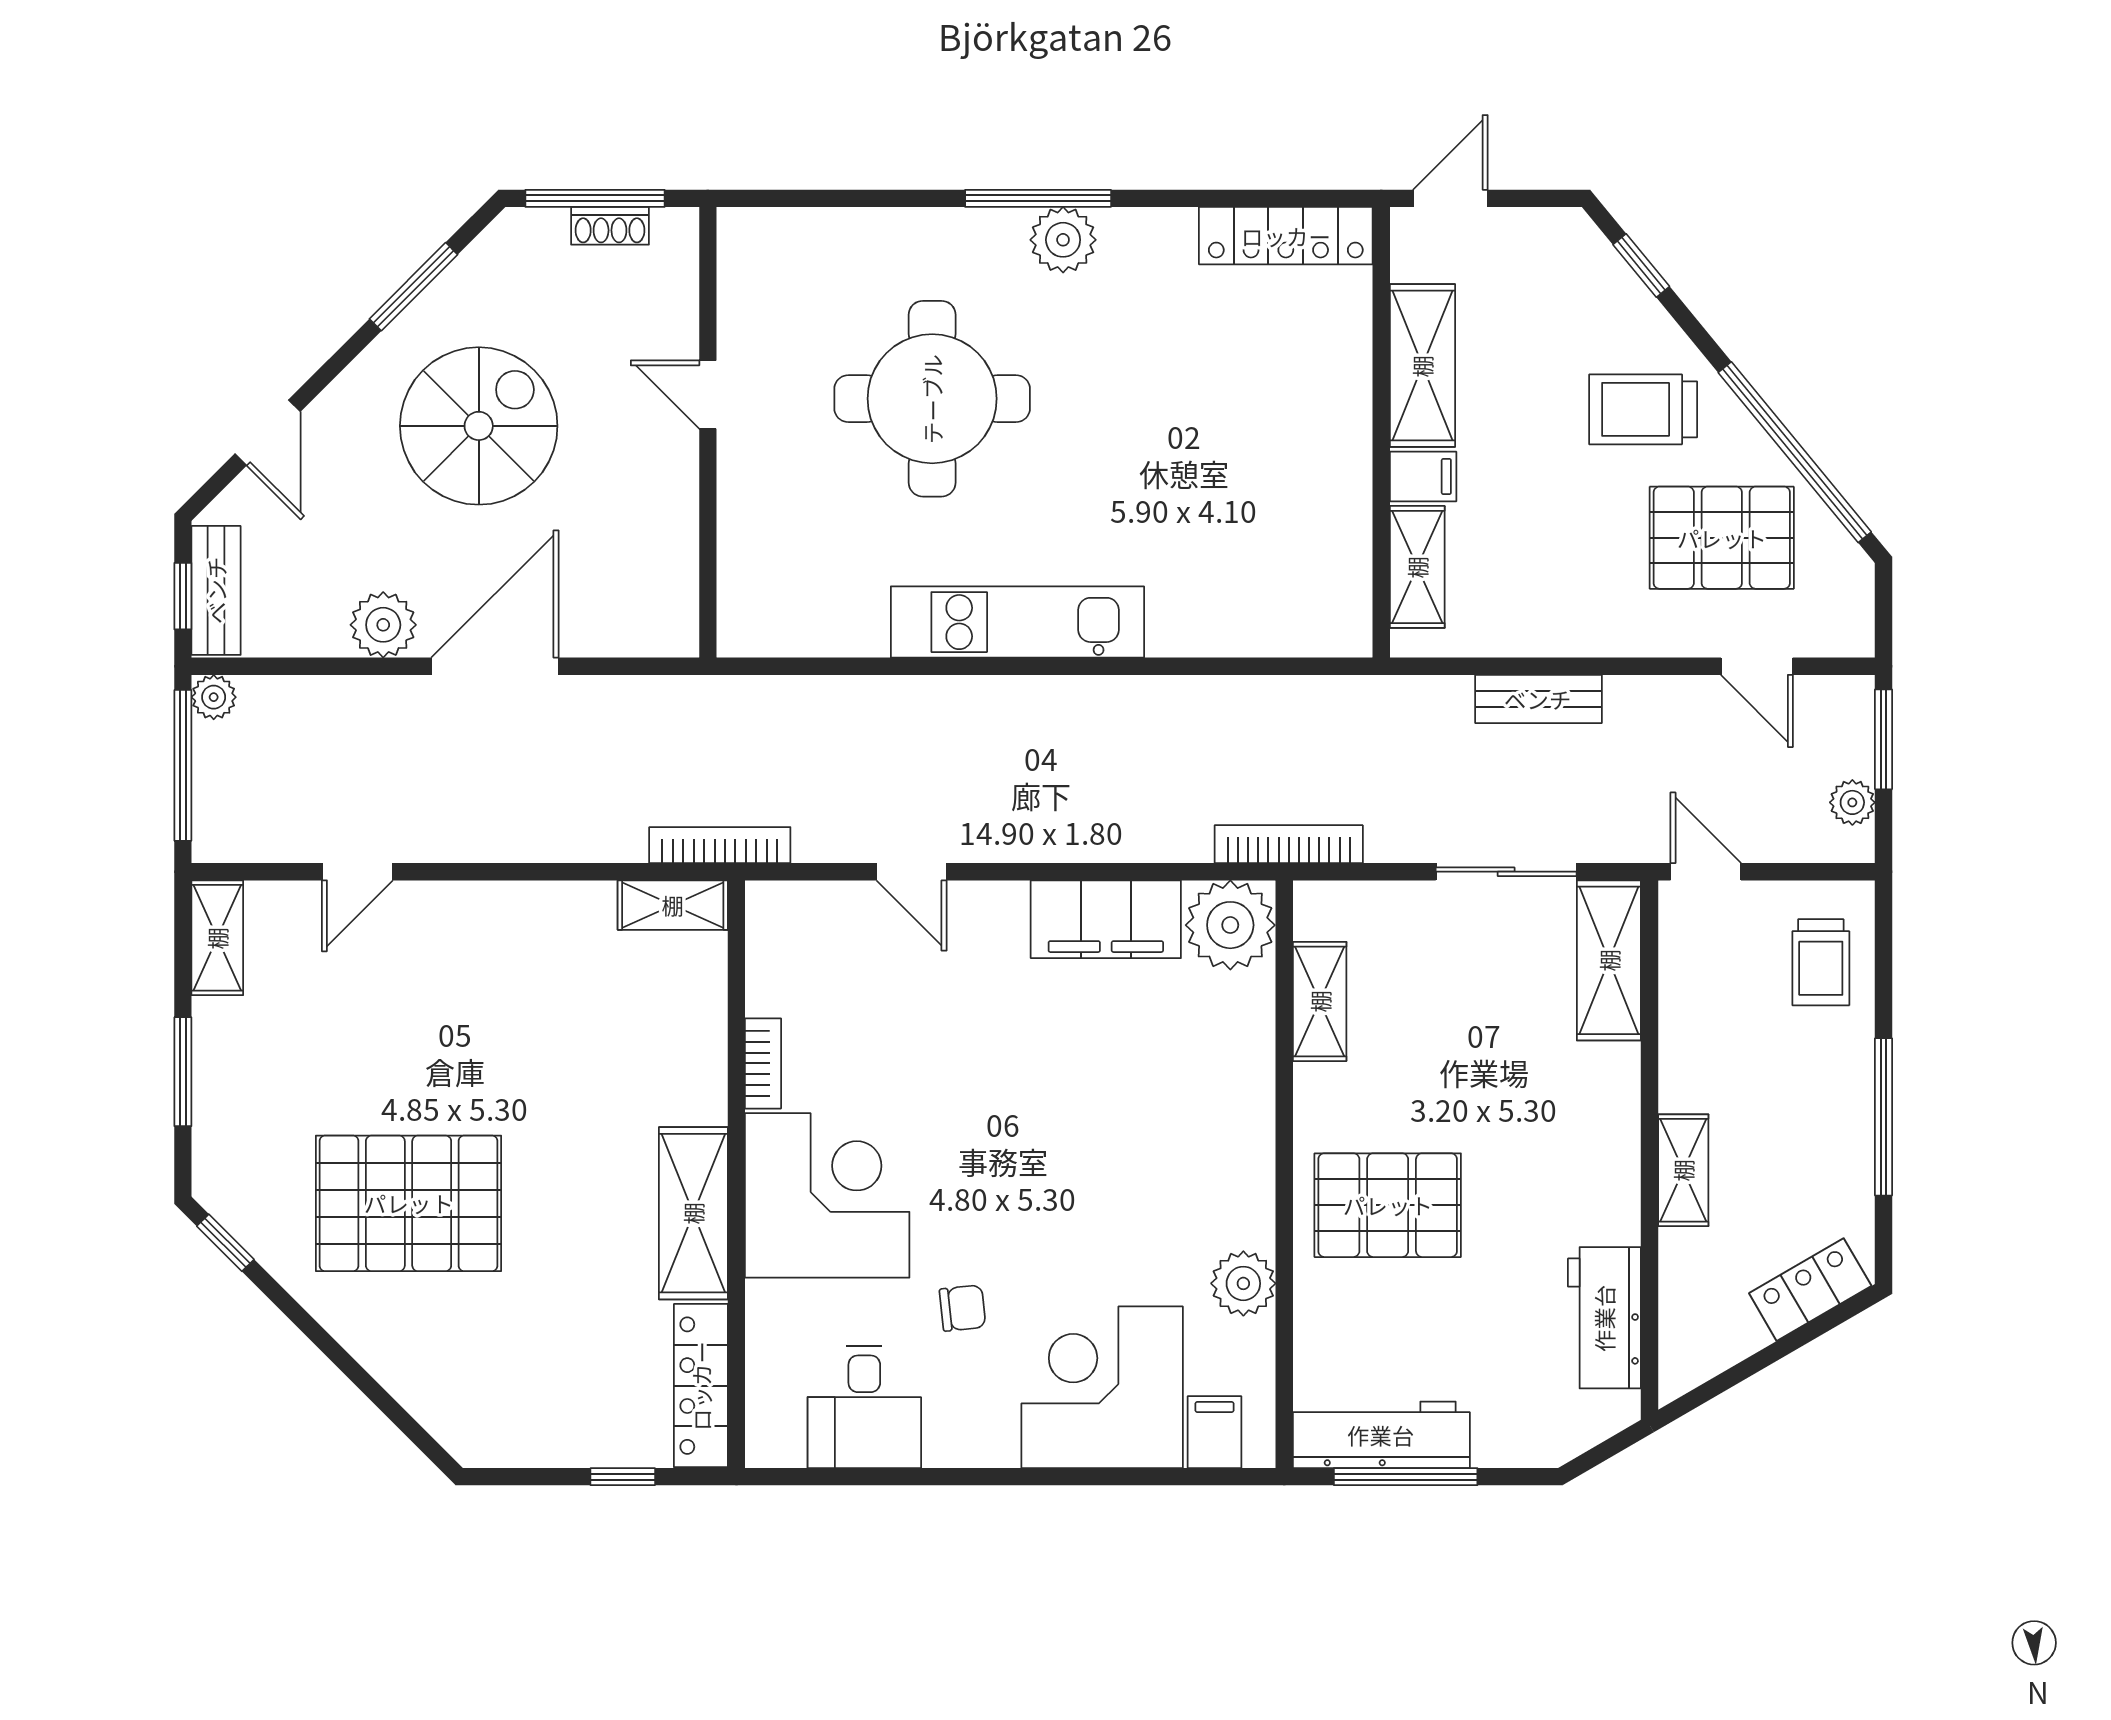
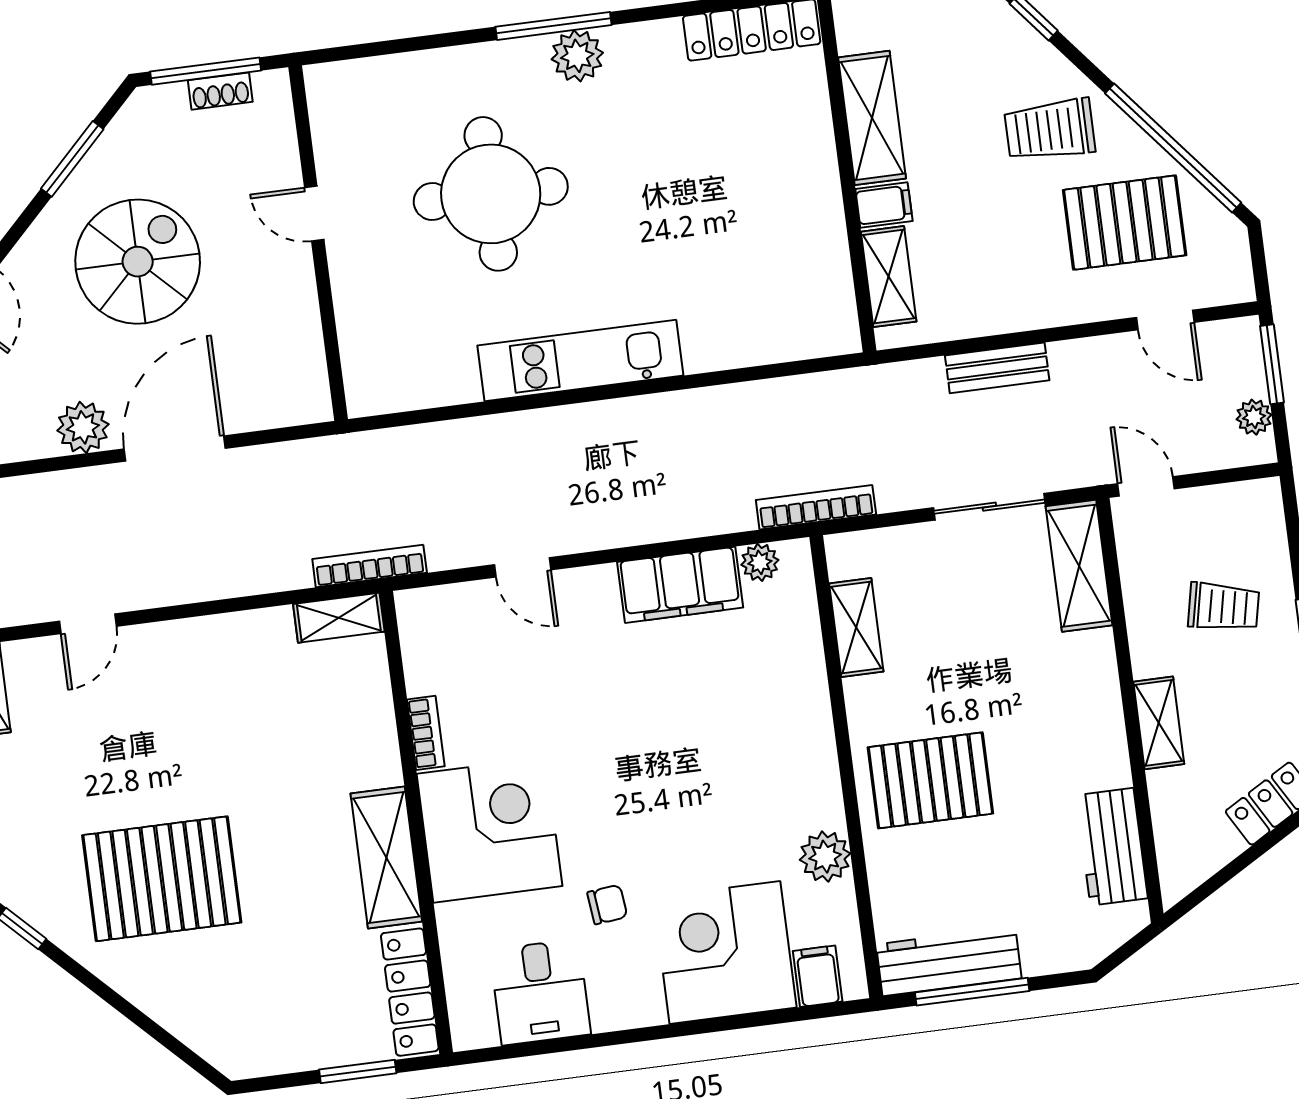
plant: (1230, 925) -> (760, 562), width x0.53, depth x0.53
trolley: (1821, 962) -> (1224, 607), moved, turned -78
window: (623, 1477) -> (358, 1071), width x1.50

